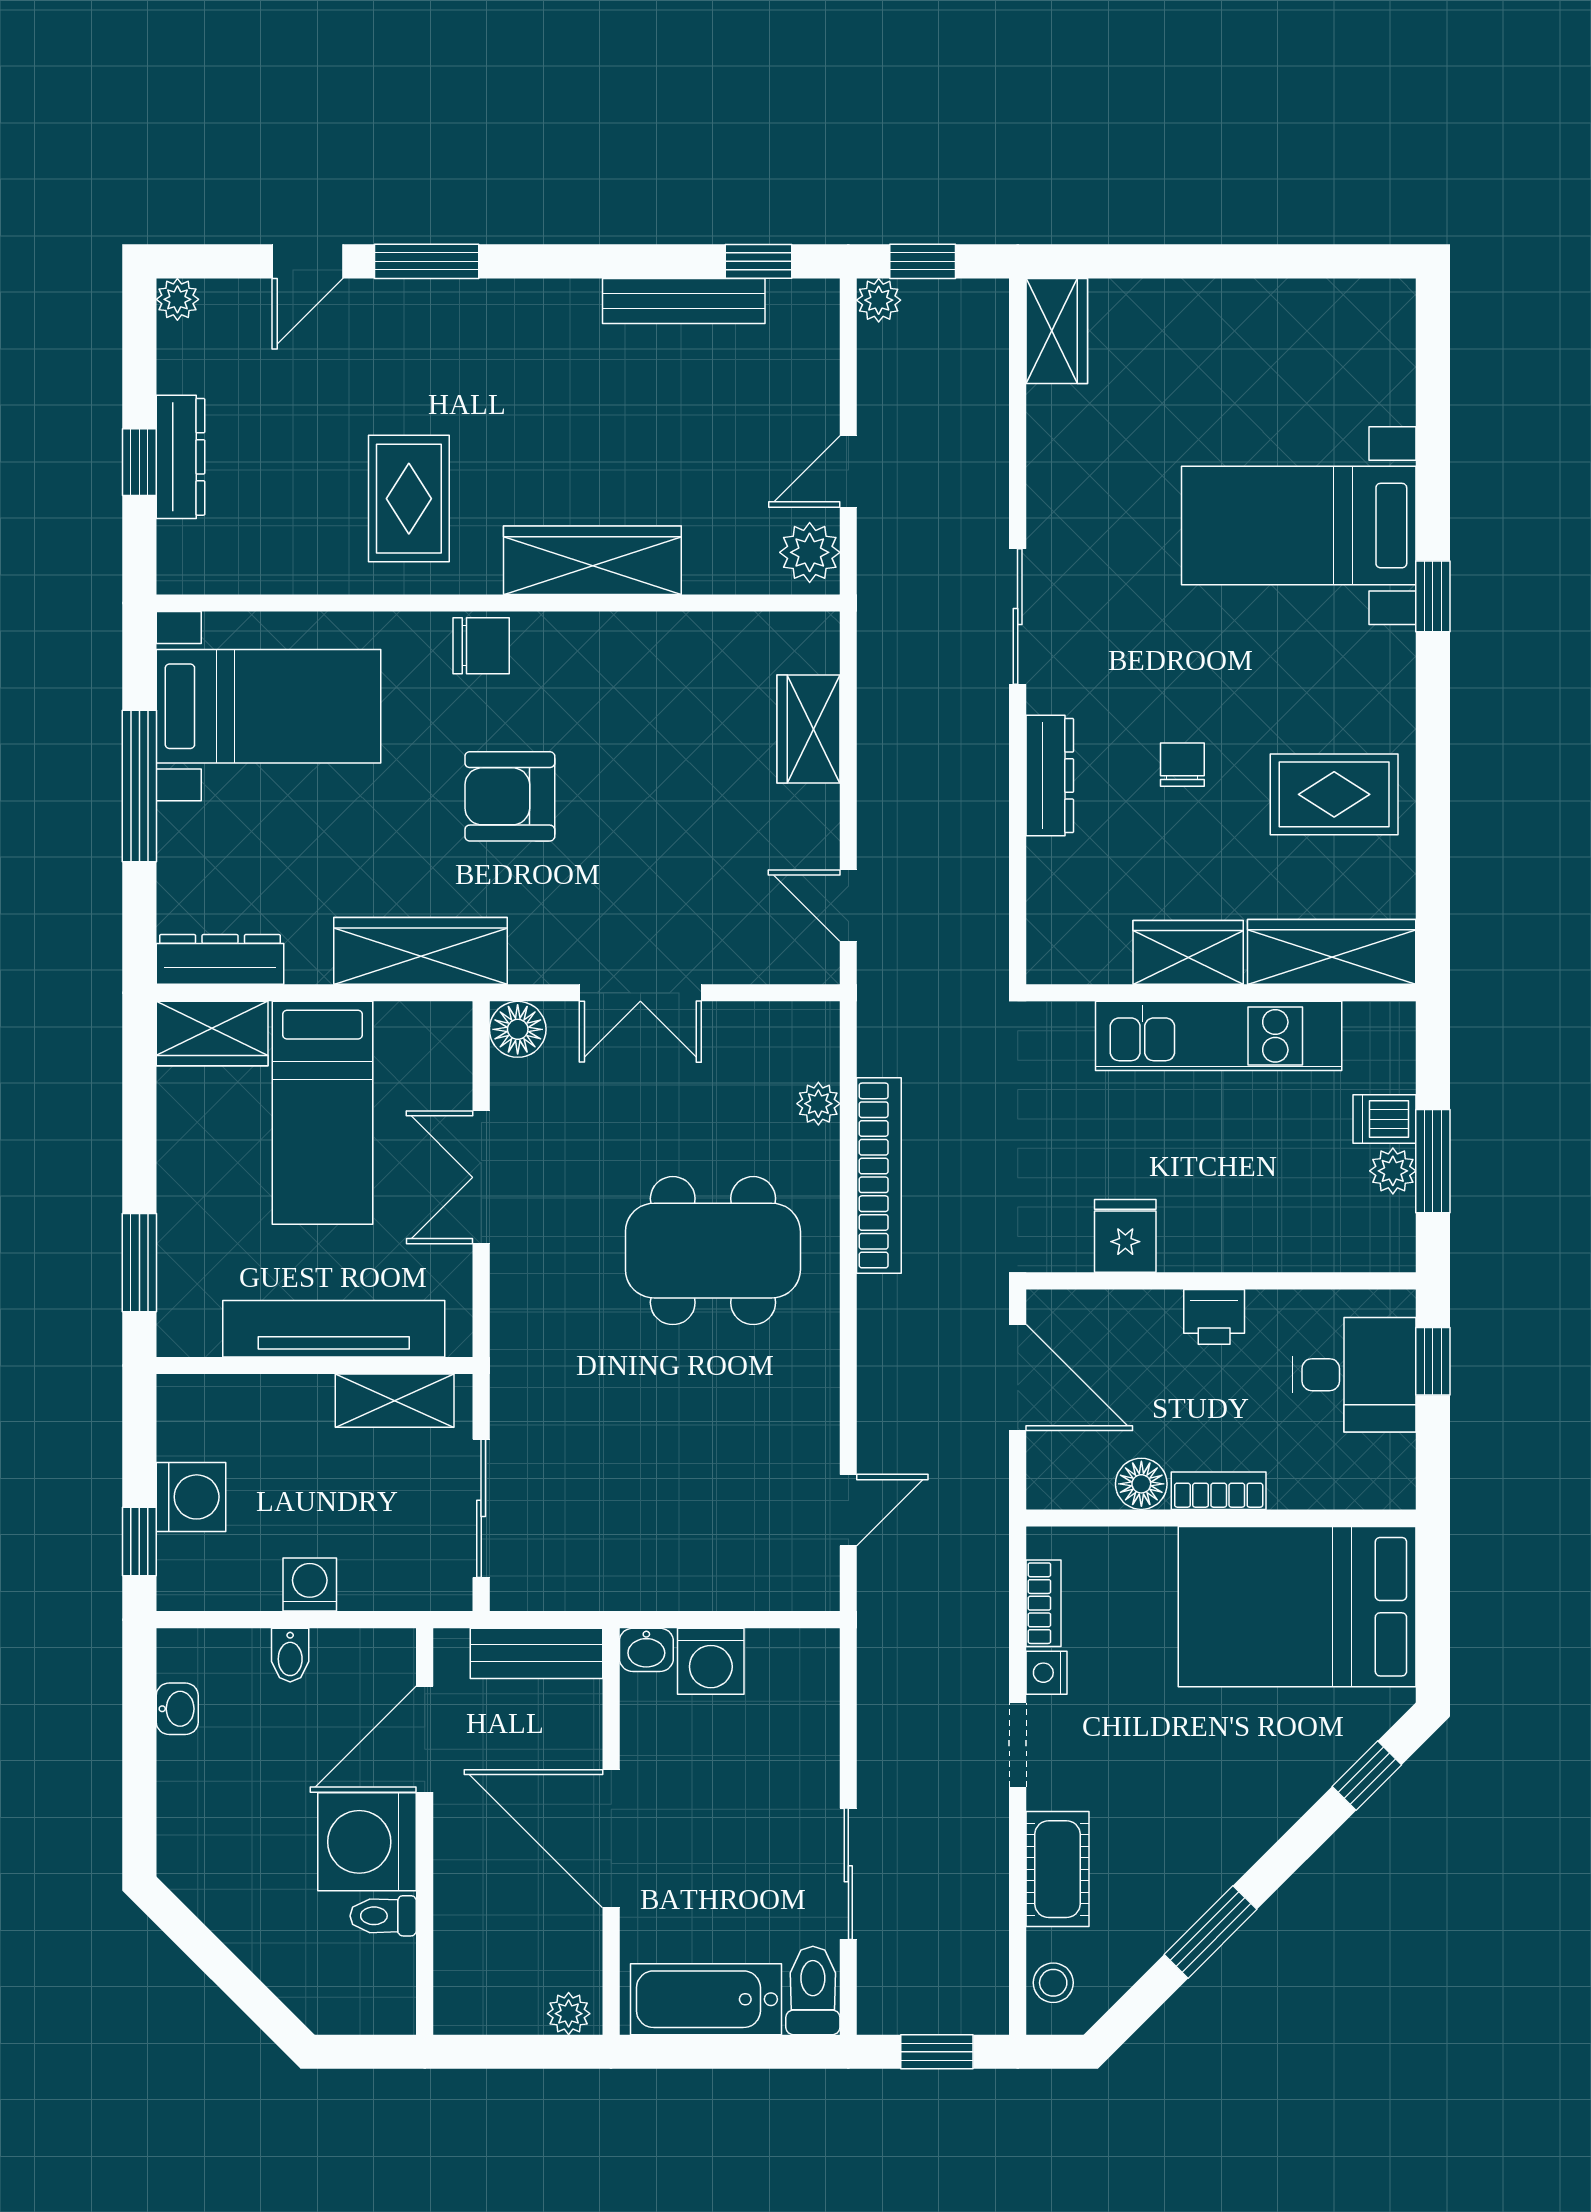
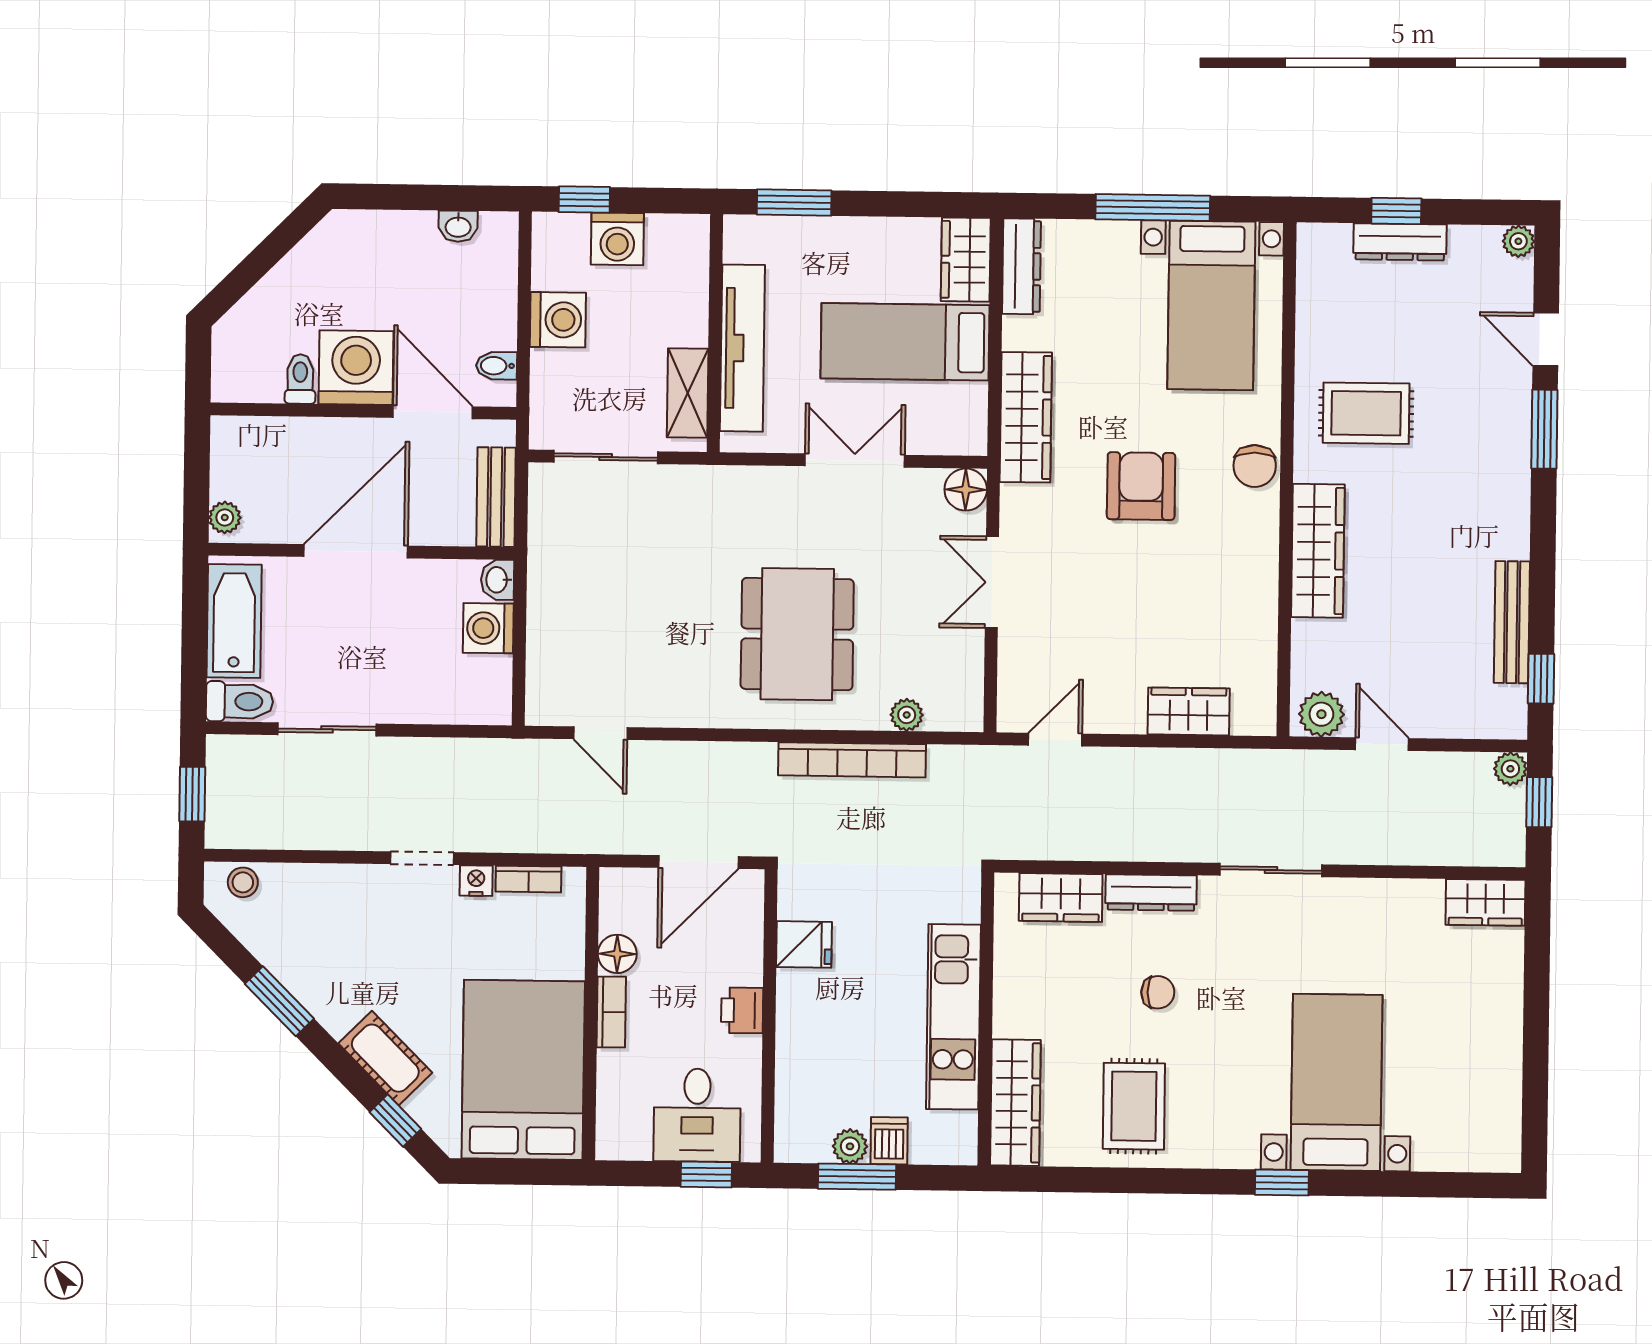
wardrobe: (1188, 952) -> (1061, 897), moved, turned 90
washing machine: (310, 1585) -> (558, 320), width x1.38, depth x1.38
bidet: (290, 1655) -> (497, 366), moved
cot: (1058, 1869) -> (385, 1058), moved, turned 45

